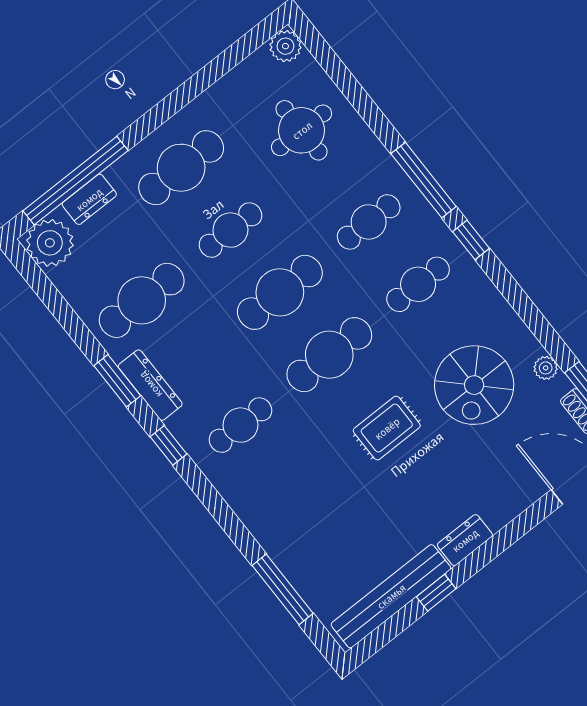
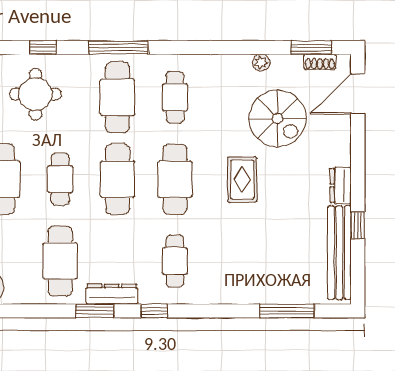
cafe table: (369, 222) -> (117, 97), width x1.37, depth x1.35
window: (471, 240) -> (43, 47), moved
plant: (546, 368) -> (261, 63), moved
spiral stairs: (474, 385) -> (277, 118), moved

